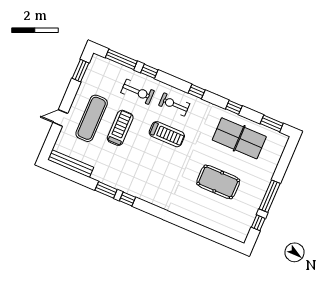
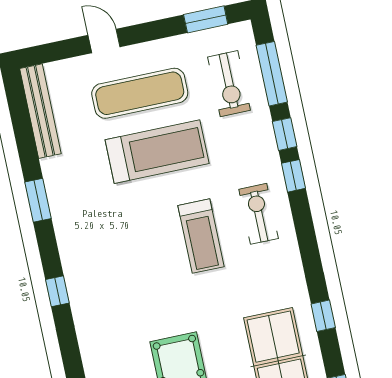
window: (197, 91) -> (293, 176), moved
exercise bike: (138, 92) -> (229, 84), moved
treadmill: (120, 128) -> (157, 152), width x1.37, depth x1.38
window: (127, 199) -> (57, 291), moved

